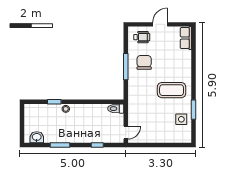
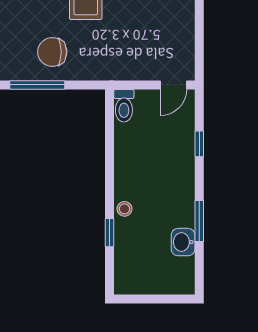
chair: (144, 62) -> (52, 52), moved
door: (126, 133) -> (173, 85), swing flipped
washbasin: (37, 137) -> (183, 242), moved

